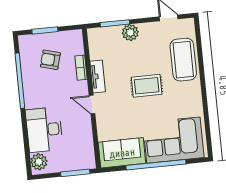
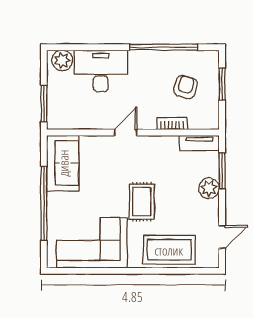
tv unit: (98, 76) -> (199, 143), moved
corner sofa: (173, 140) -> (92, 243), moved, turned -90

